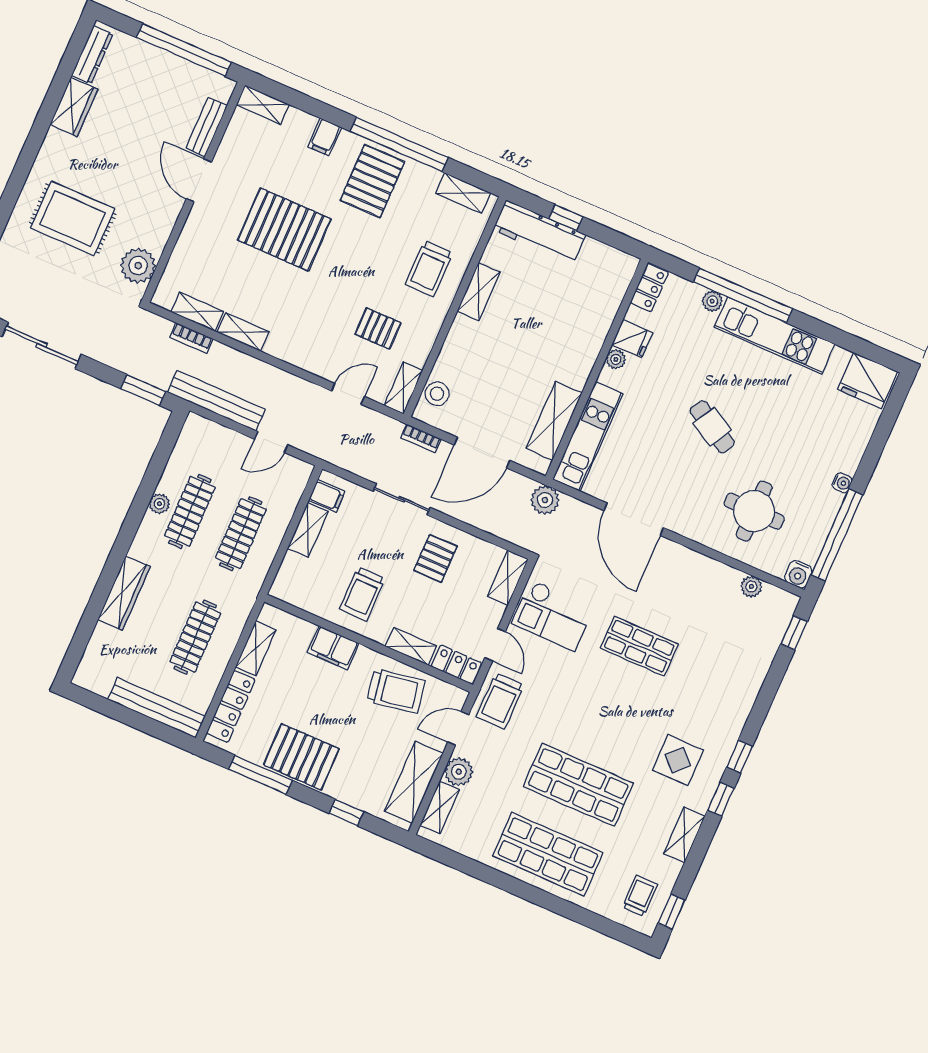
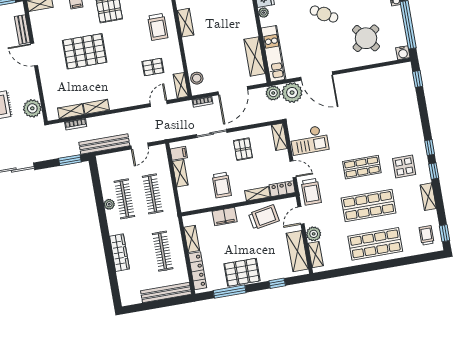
round table: (754, 511) -> (366, 38), turned -37
plant: (751, 587) -> (292, 93), moved, width x1.87, depth x1.87
shop shelf: (639, 646) -> (362, 167), moved

